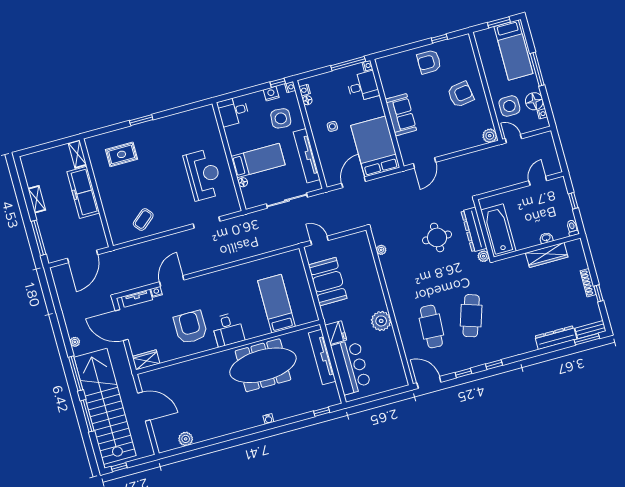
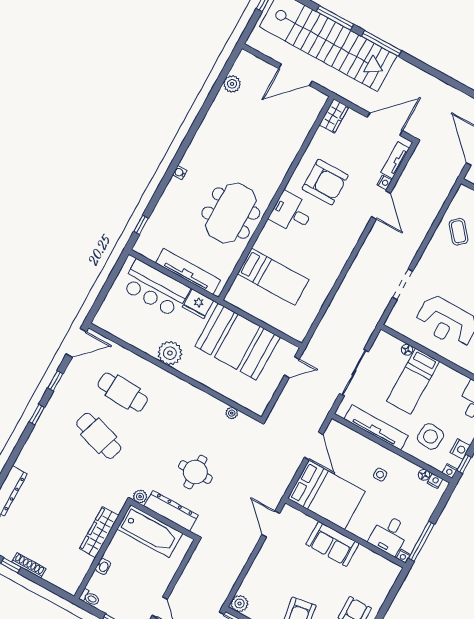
wardrobe: (547, 255) -> (99, 532), moved
booth: (328, 282) -> (237, 342), width x1.36, depth x1.42
plant: (75, 342) -> (410, 69), removed
meeting table: (263, 365) -> (231, 213), width x0.73

